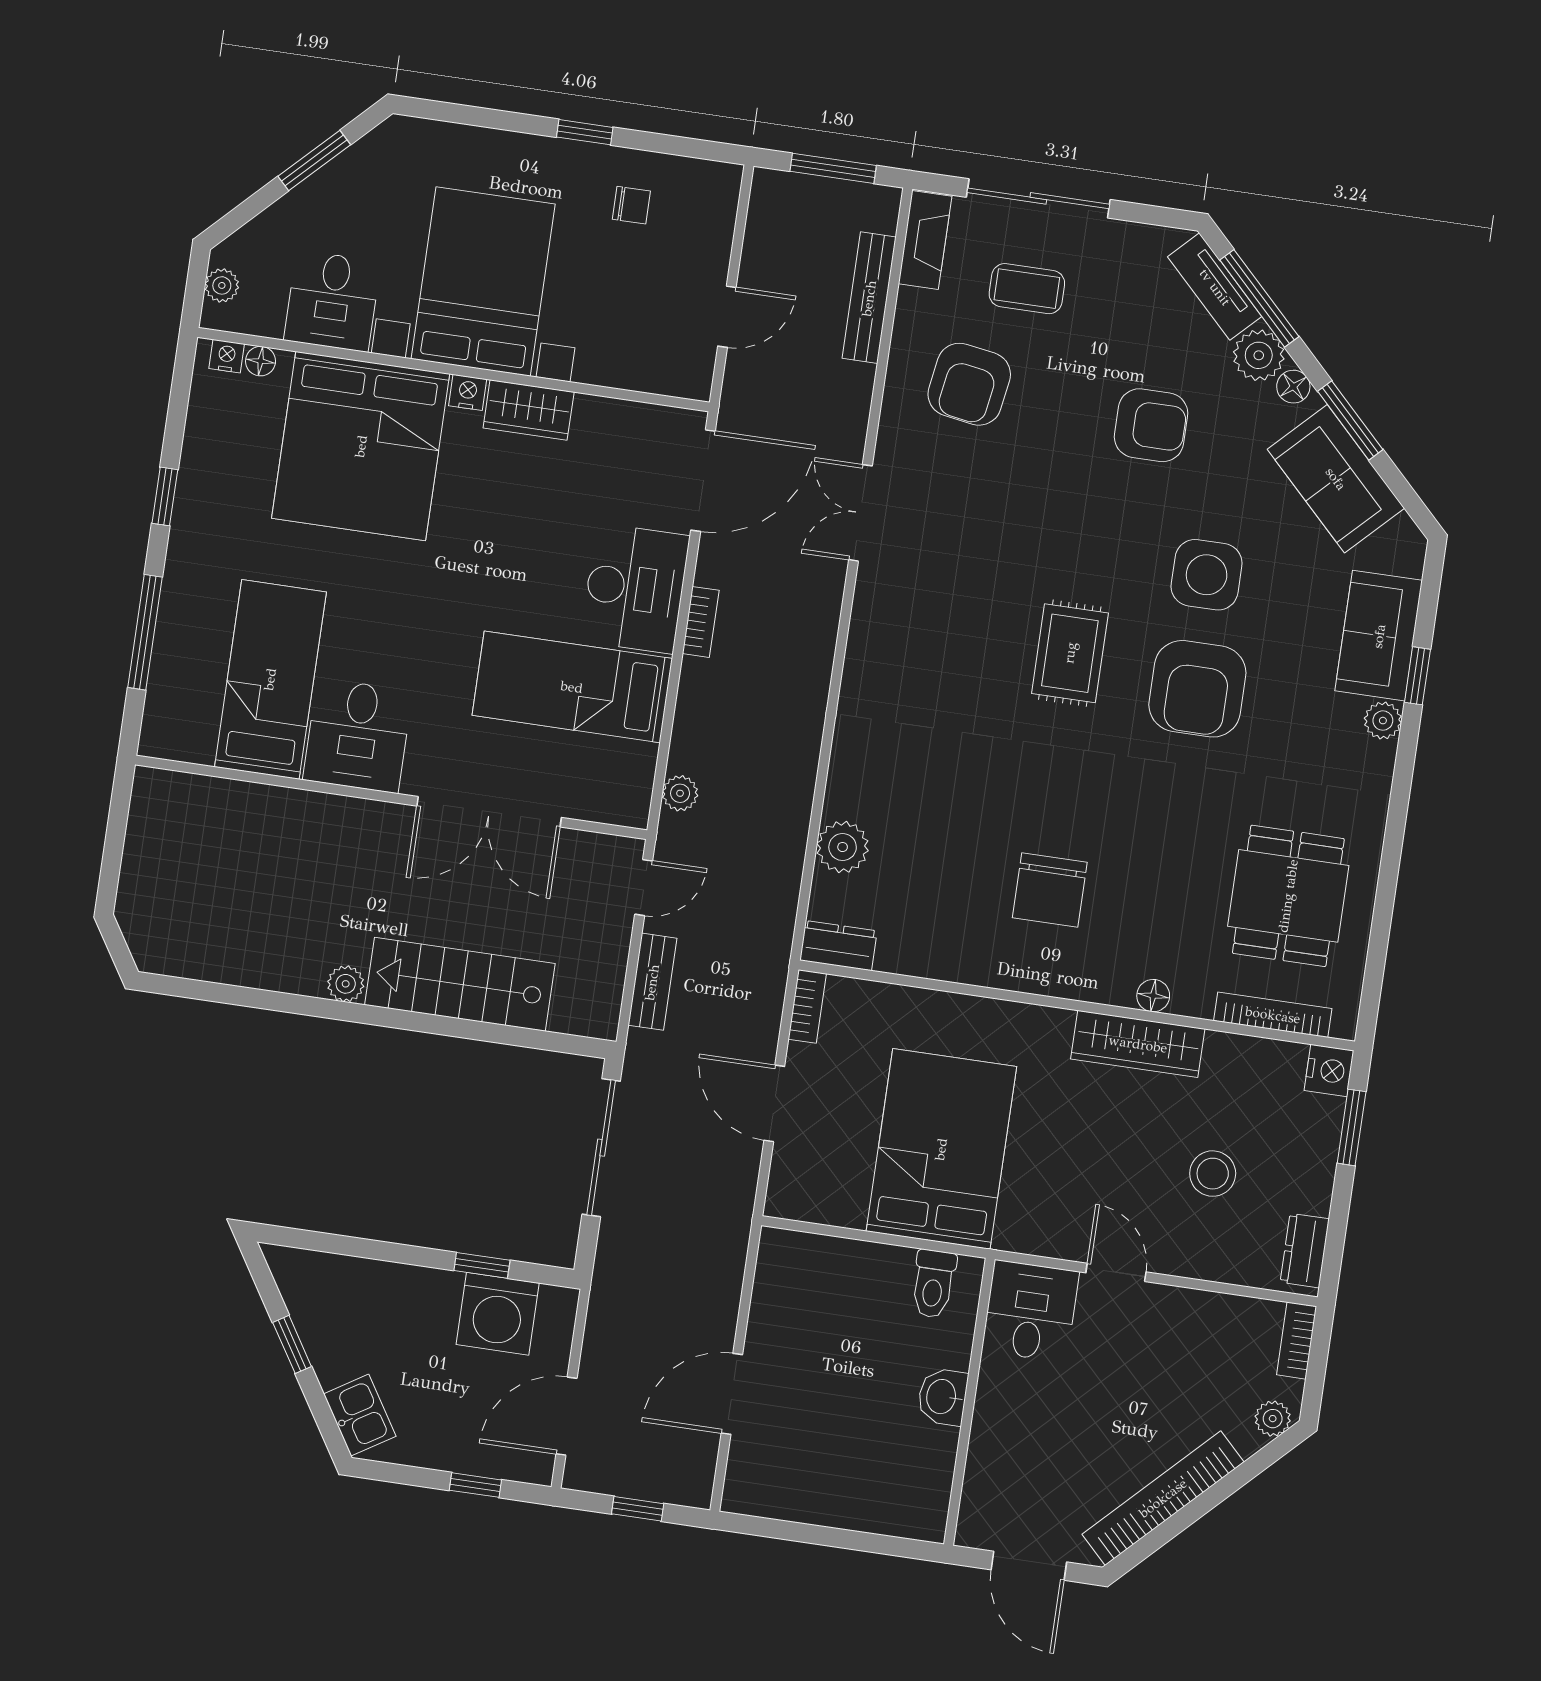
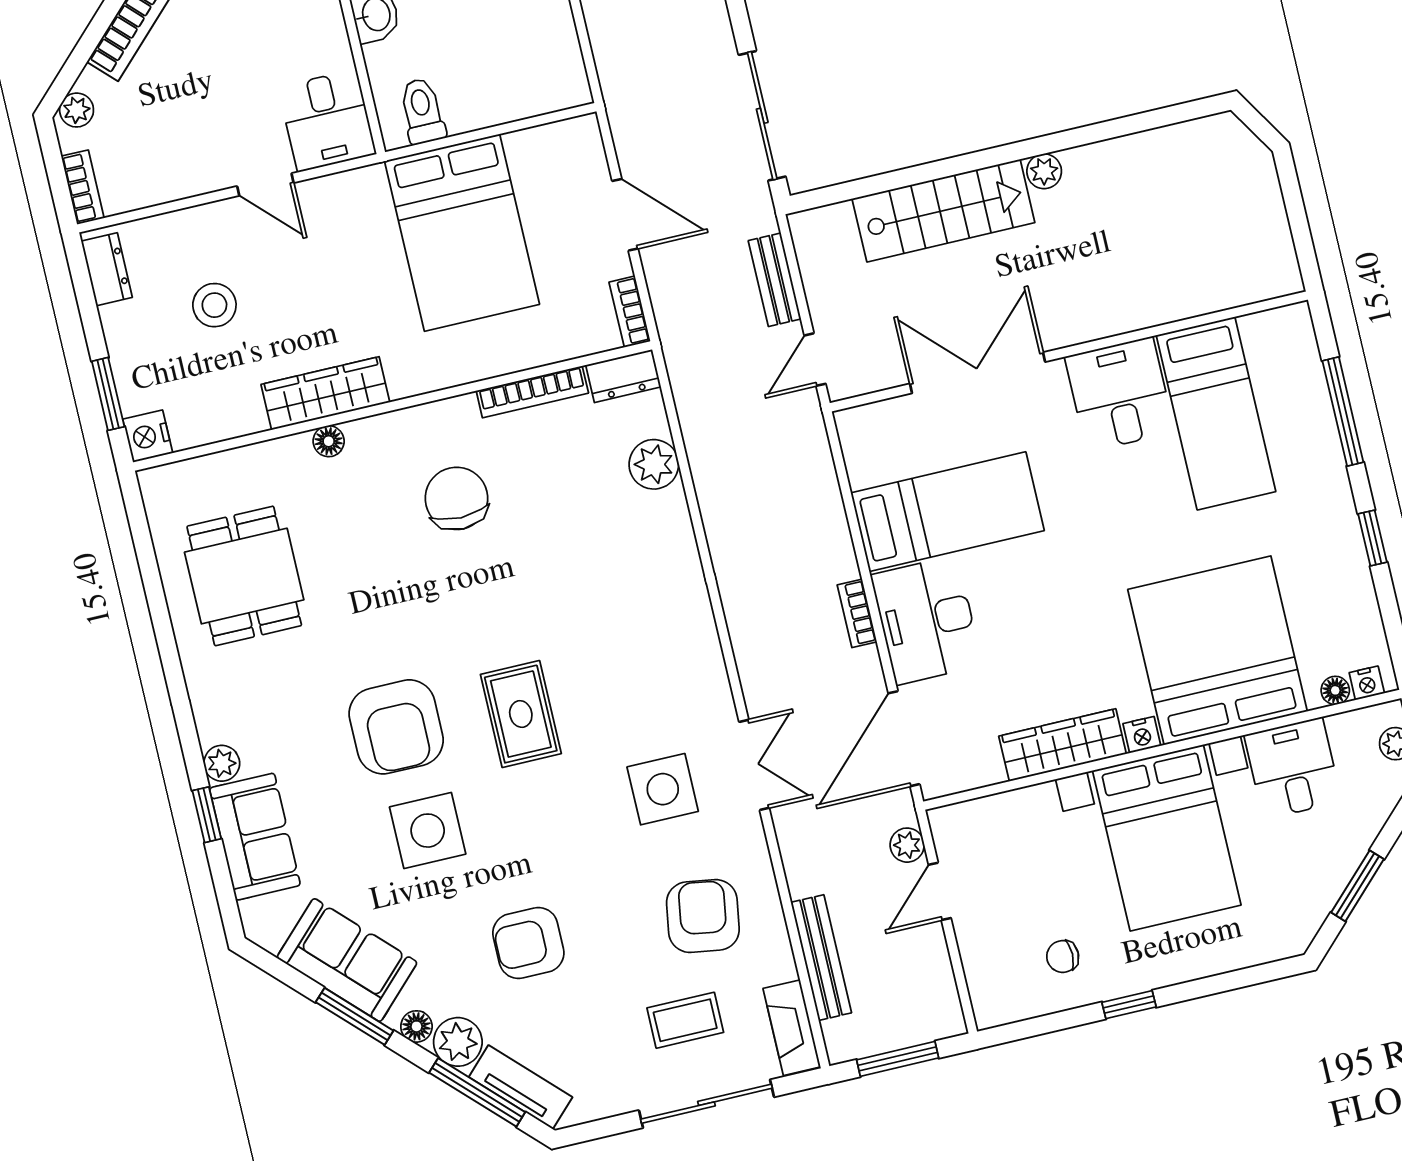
wardrobe: (529, 410) -> (1063, 745), width x1.50
side table: (960, 524) -> (663, 789), added
armchair: (1197, 689) -> (396, 727), turned 180
plant: (680, 793) -> (907, 845), moved
bookcase: (1273, 1015) -> (532, 392), moved

